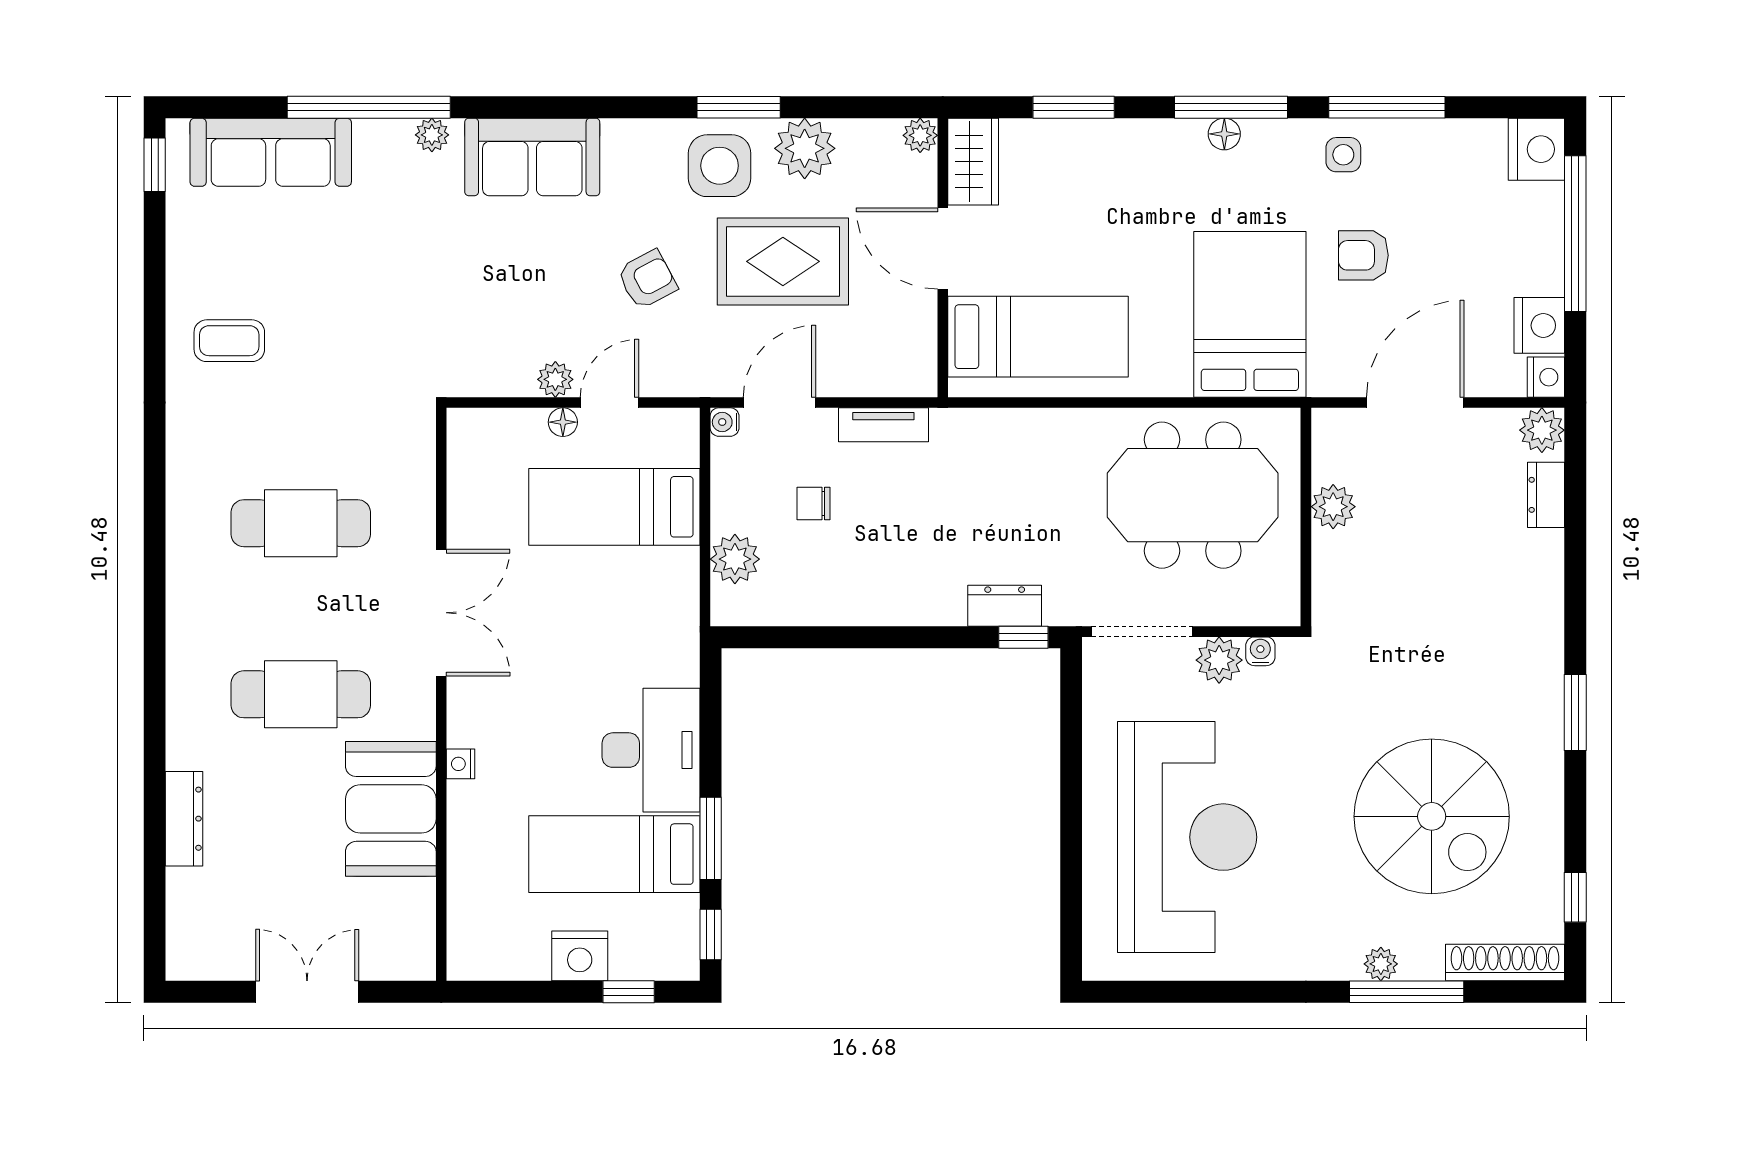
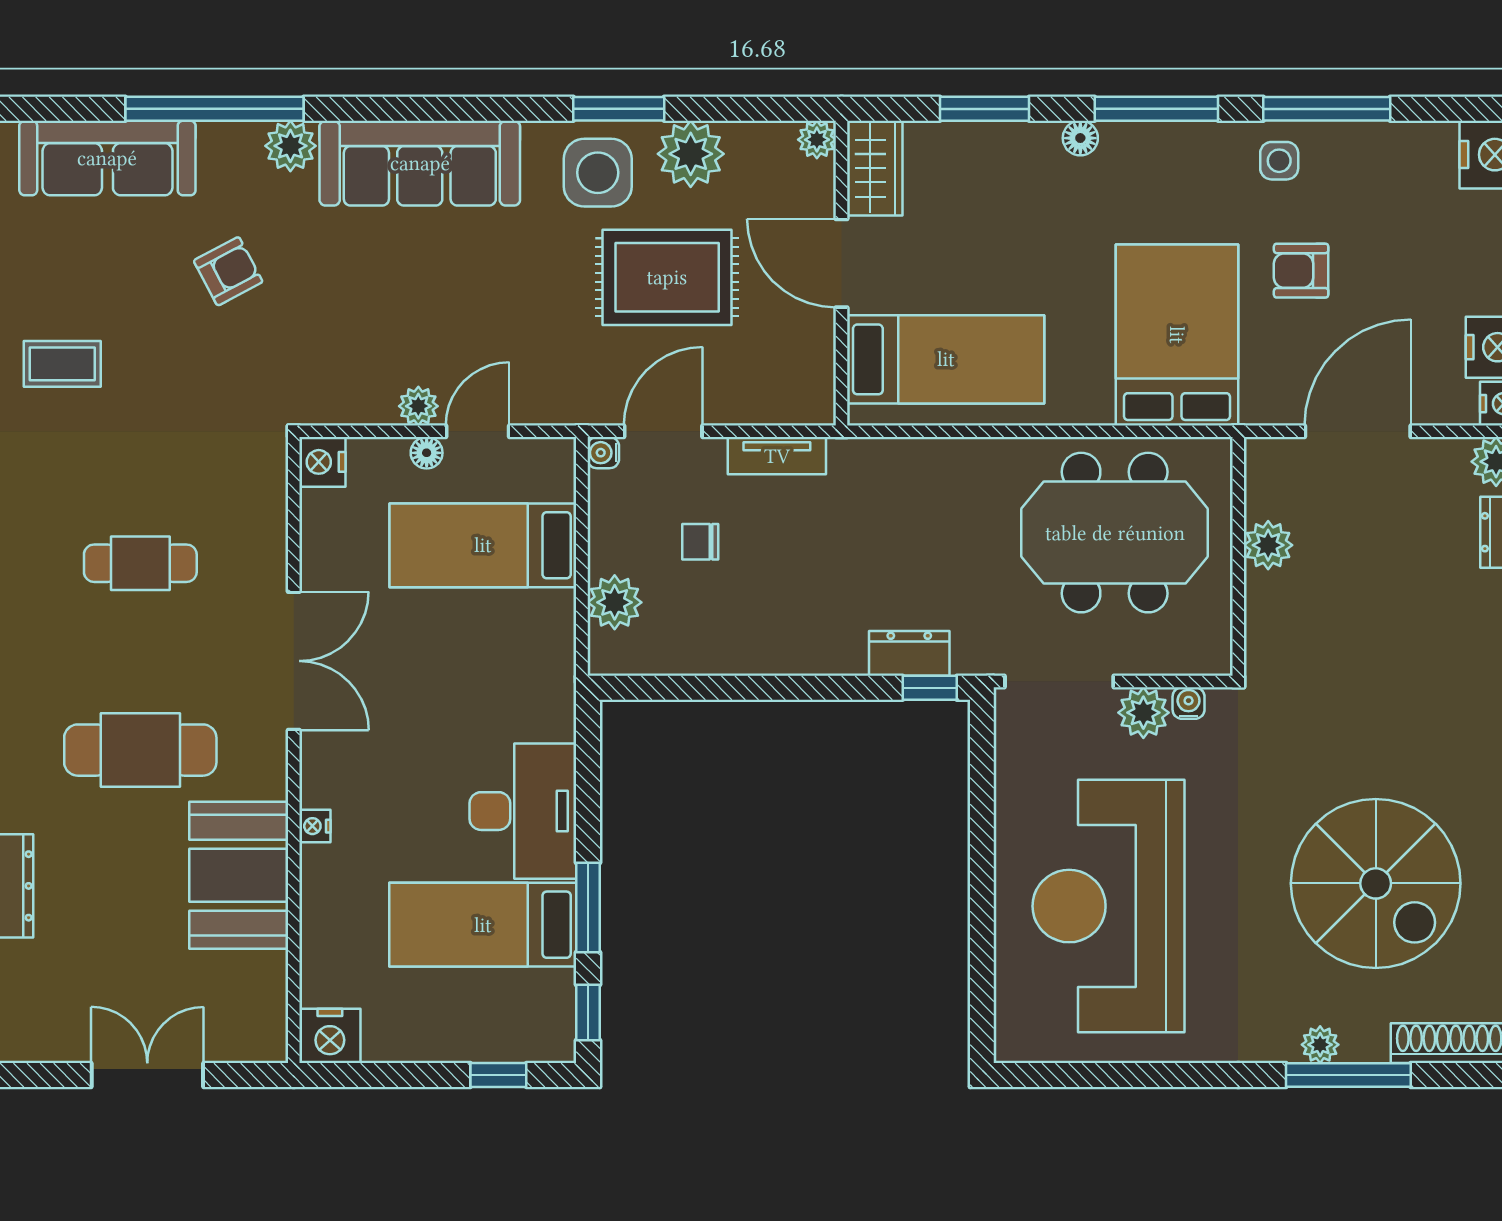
floor lamp: (1224, 134) -> (1080, 138), moved
plant: (432, 135) -> (290, 146), width x1.38, depth x1.38
sofa: (532, 157) -> (420, 163), width x1.36
armchair: (647, 279) -> (228, 271), moved
nightstand: (467, 430) -> (322, 462), added
cafe table: (301, 523) -> (140, 563), width x0.73, depth x0.74
reception desk: (1187, 837) -> (1109, 906), turned 180
nightstand: (580, 956) -> (330, 1036), moved

